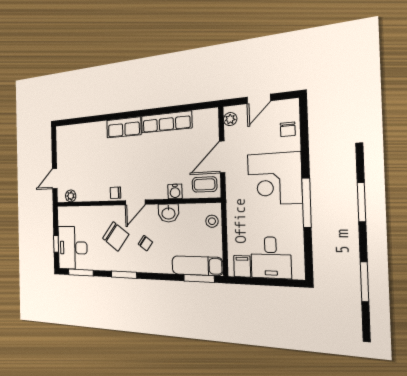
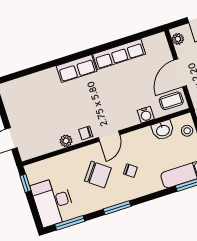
plant: (71, 196) -> (66, 141), moved
washbasin: (168, 213) -> (163, 130), moved
window: (56, 244) -> (26, 183), moved

